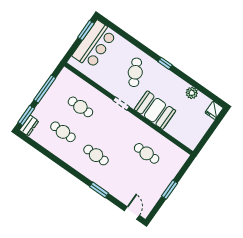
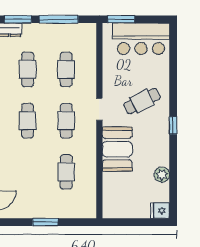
window: (86, 30) -> (121, 19), moved
cafe table: (114, 130) -> (66, 121), added

